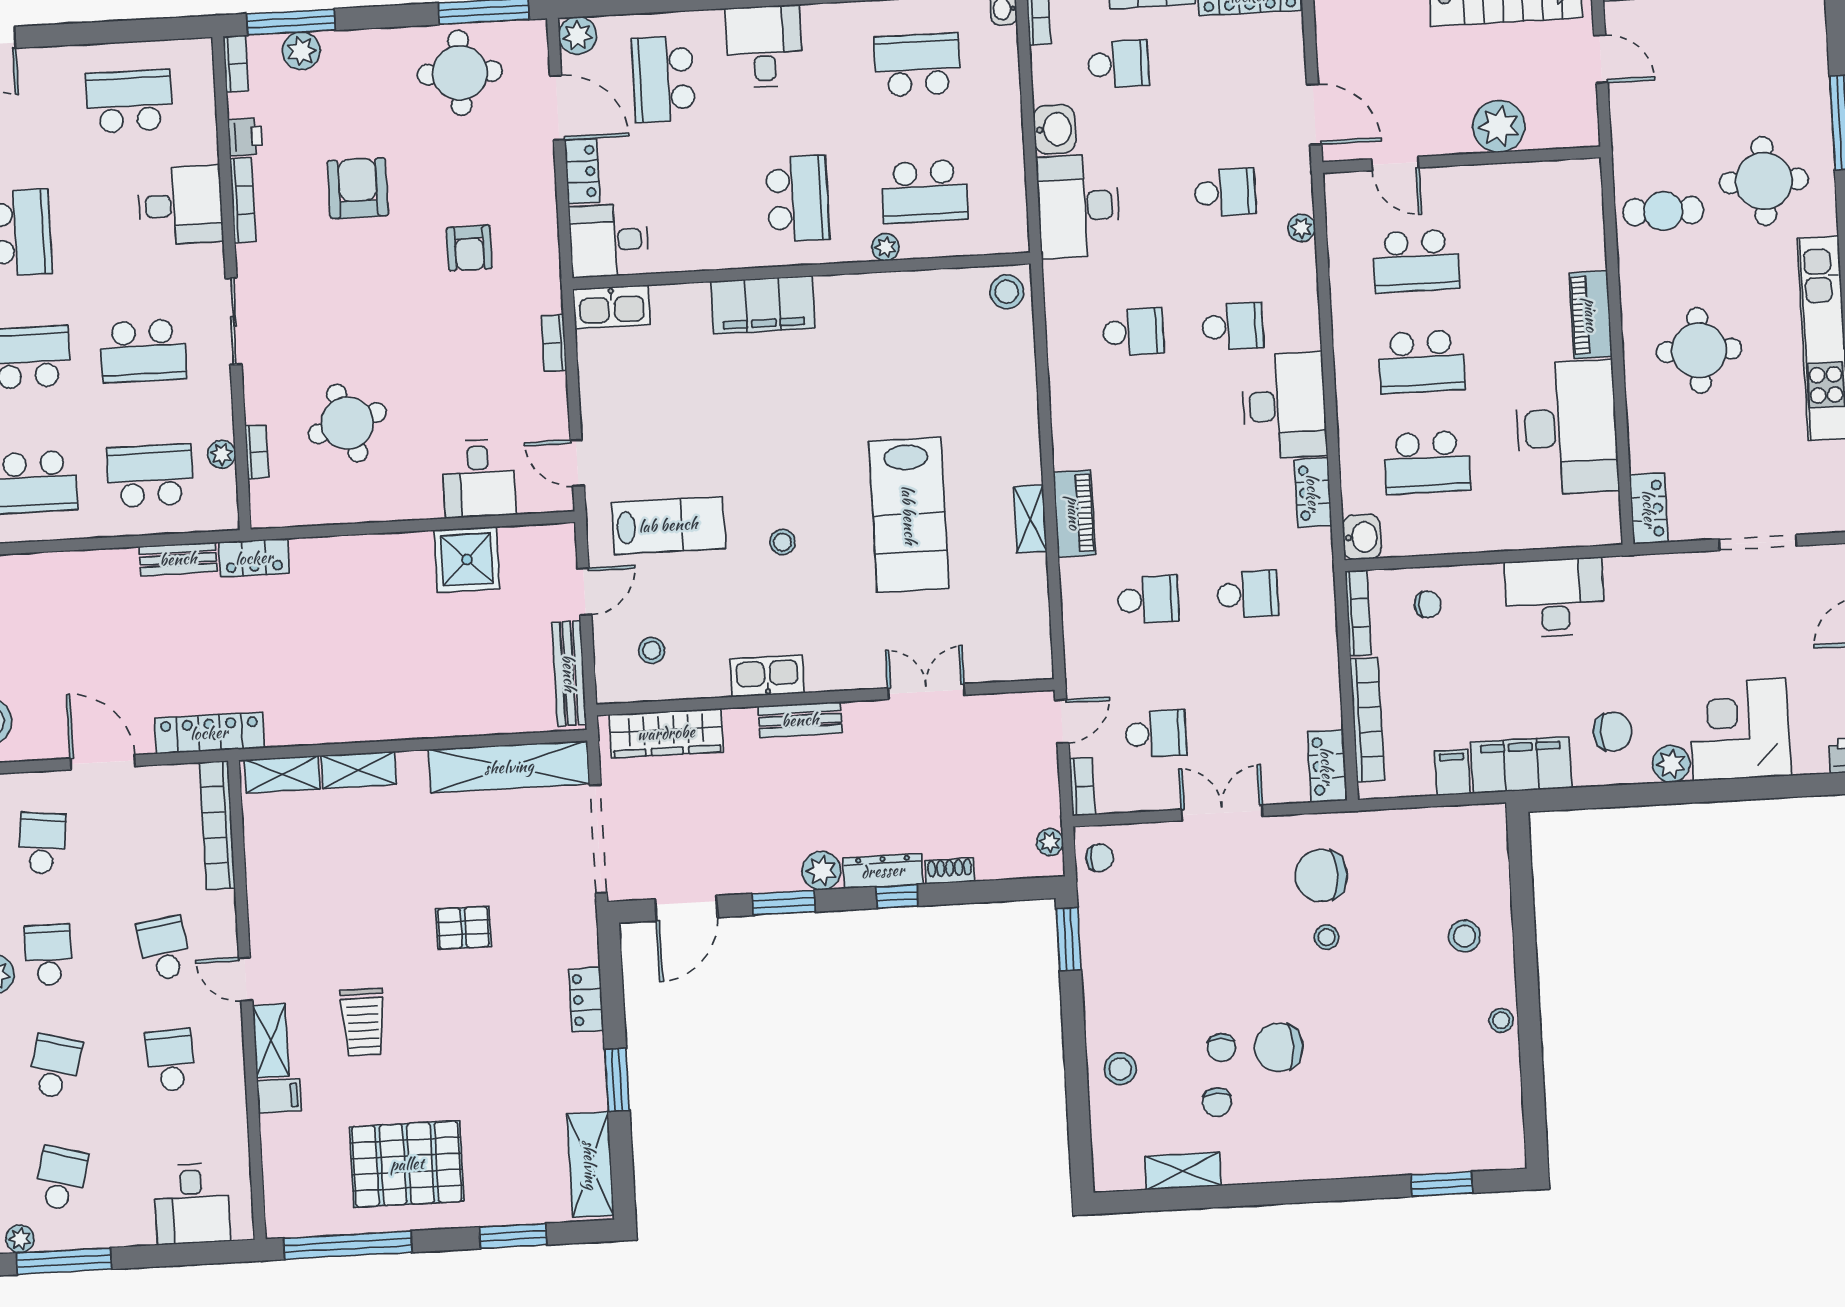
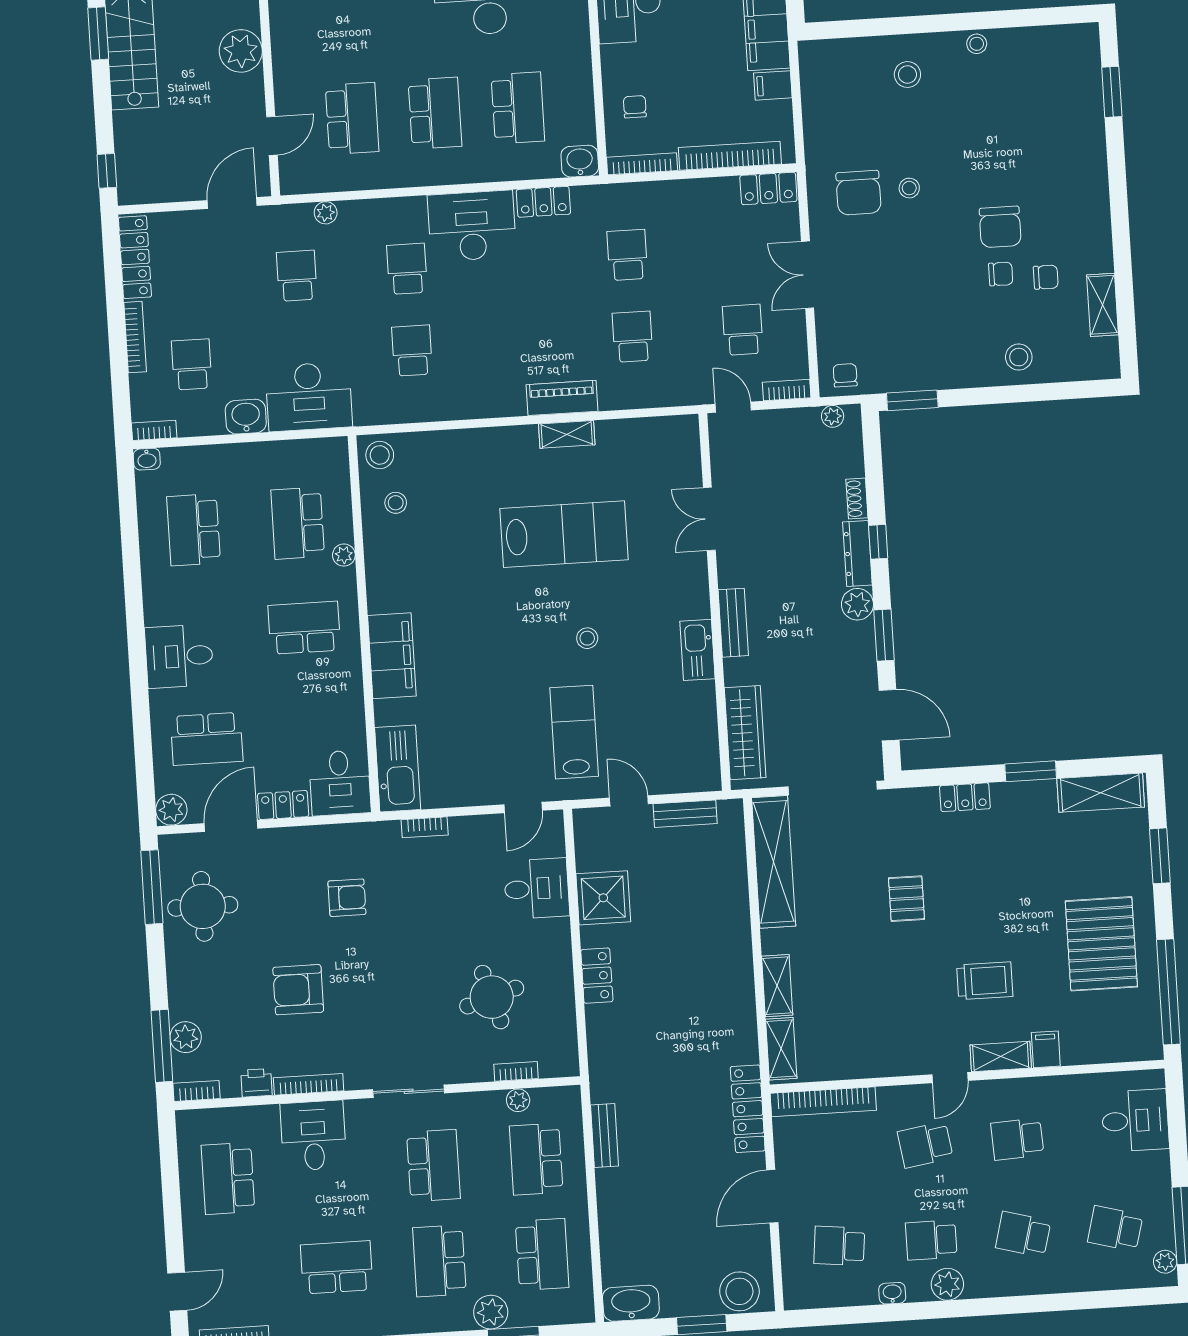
school desk: (925, 191) -> (298, 523), turned 180
kitchen sink: (612, 307) -> (398, 769), width x1.36, depth x1.24
locker: (254, 558) -> (597, 976), moved
stool: (652, 650) -> (396, 503), moved
bench: (569, 673) -> (685, 814), width x0.73

